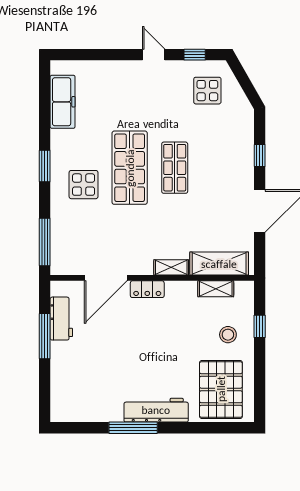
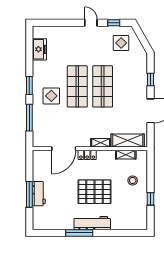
freezer: (63, 102) -> (39, 49), width x0.71
shop shelf: (175, 168) -> (103, 86), width x1.43, depth x1.36
window: (45, 242) -> (29, 118), moved
workbench: (61, 319) -> (39, 194), moved
window: (260, 326) -> (151, 199), moved
window: (45, 336) -> (29, 194), moved
pallet: (221, 389) -> (95, 192), moved, turned 90

